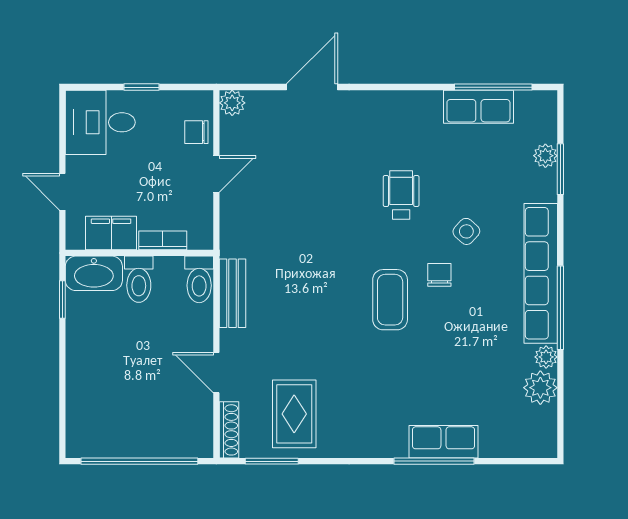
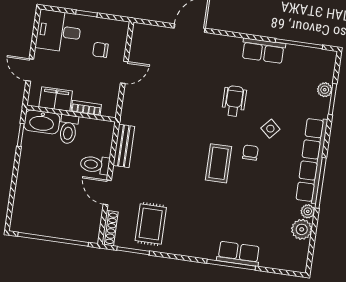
plant: (232, 103) -> (140, 31), removed
row of seats: (478, 107) -> (263, 51), moved
chair: (196, 132) -> (100, 50), moved
toilet: (199, 279) -> (95, 165), moved, turned 90

